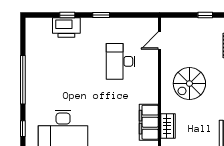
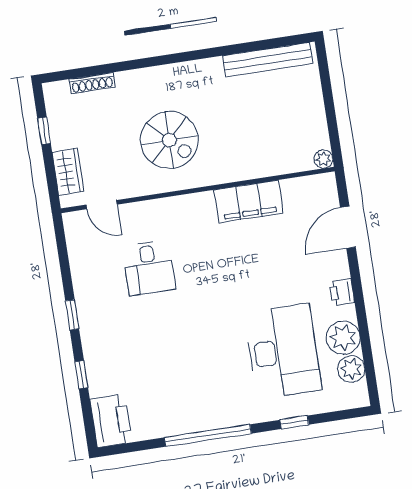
printer: (66, 28) -> (111, 421), moved
desk: (121, 61) -> (149, 268), width x0.73
wardrobe: (168, 126) -> (68, 172), moved, turned 90

